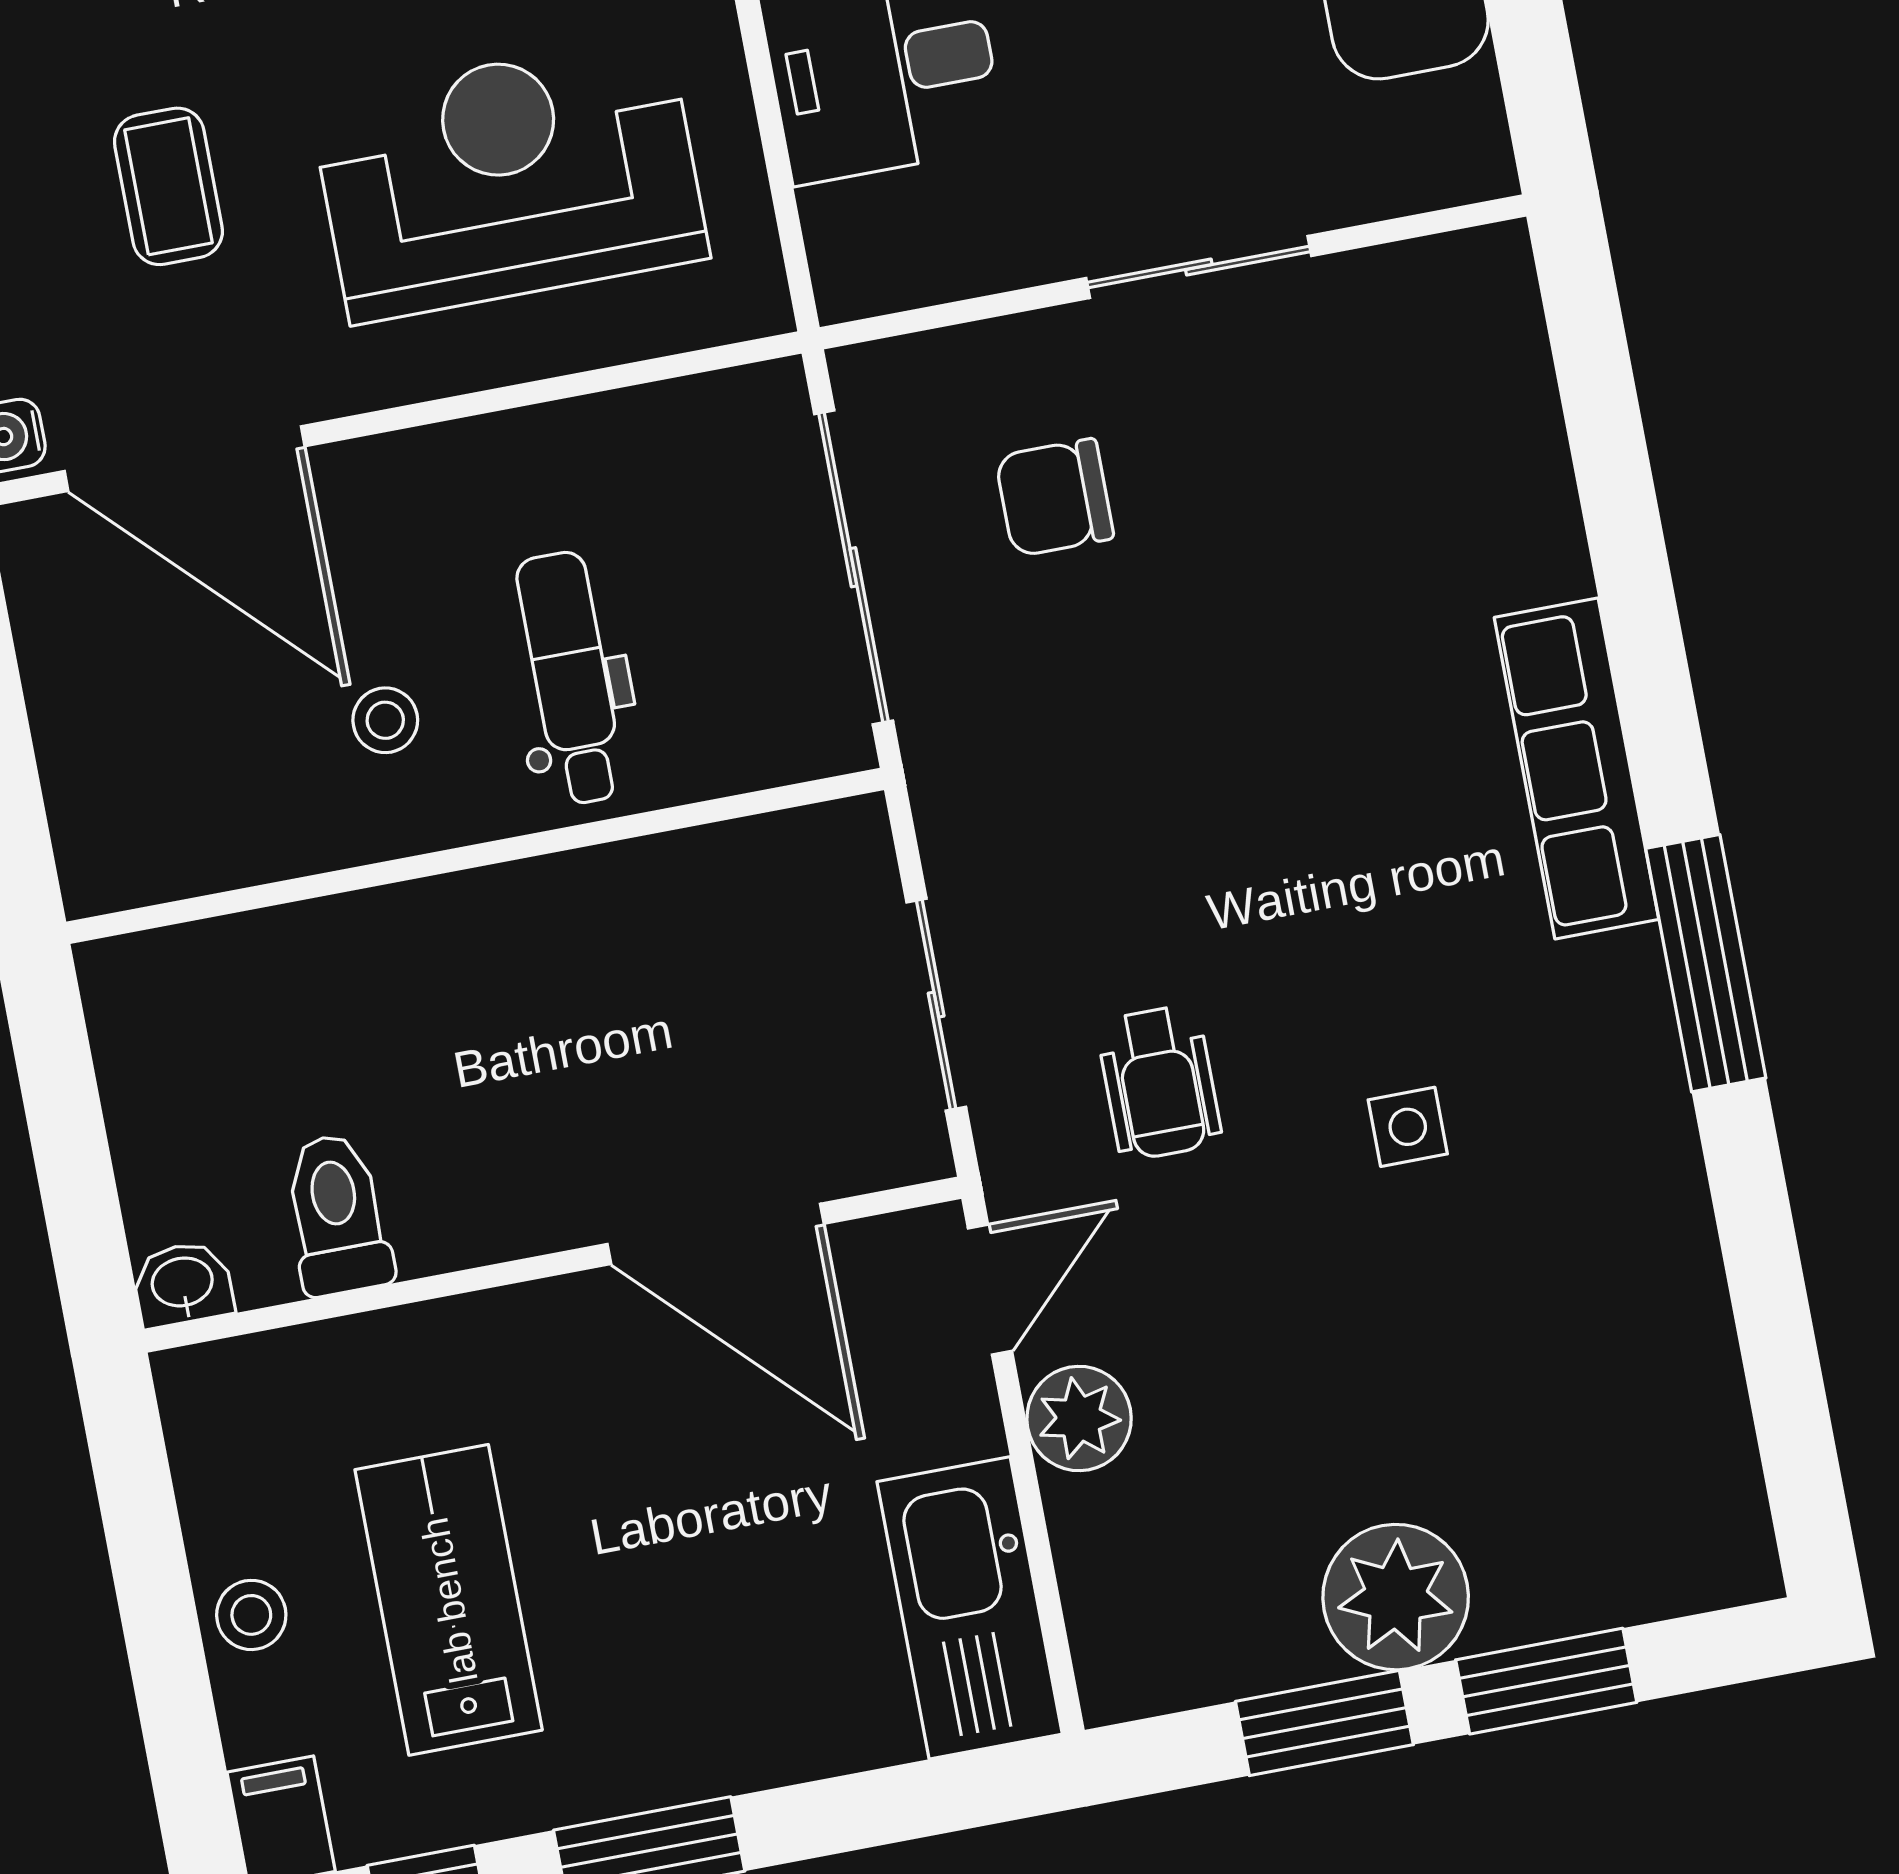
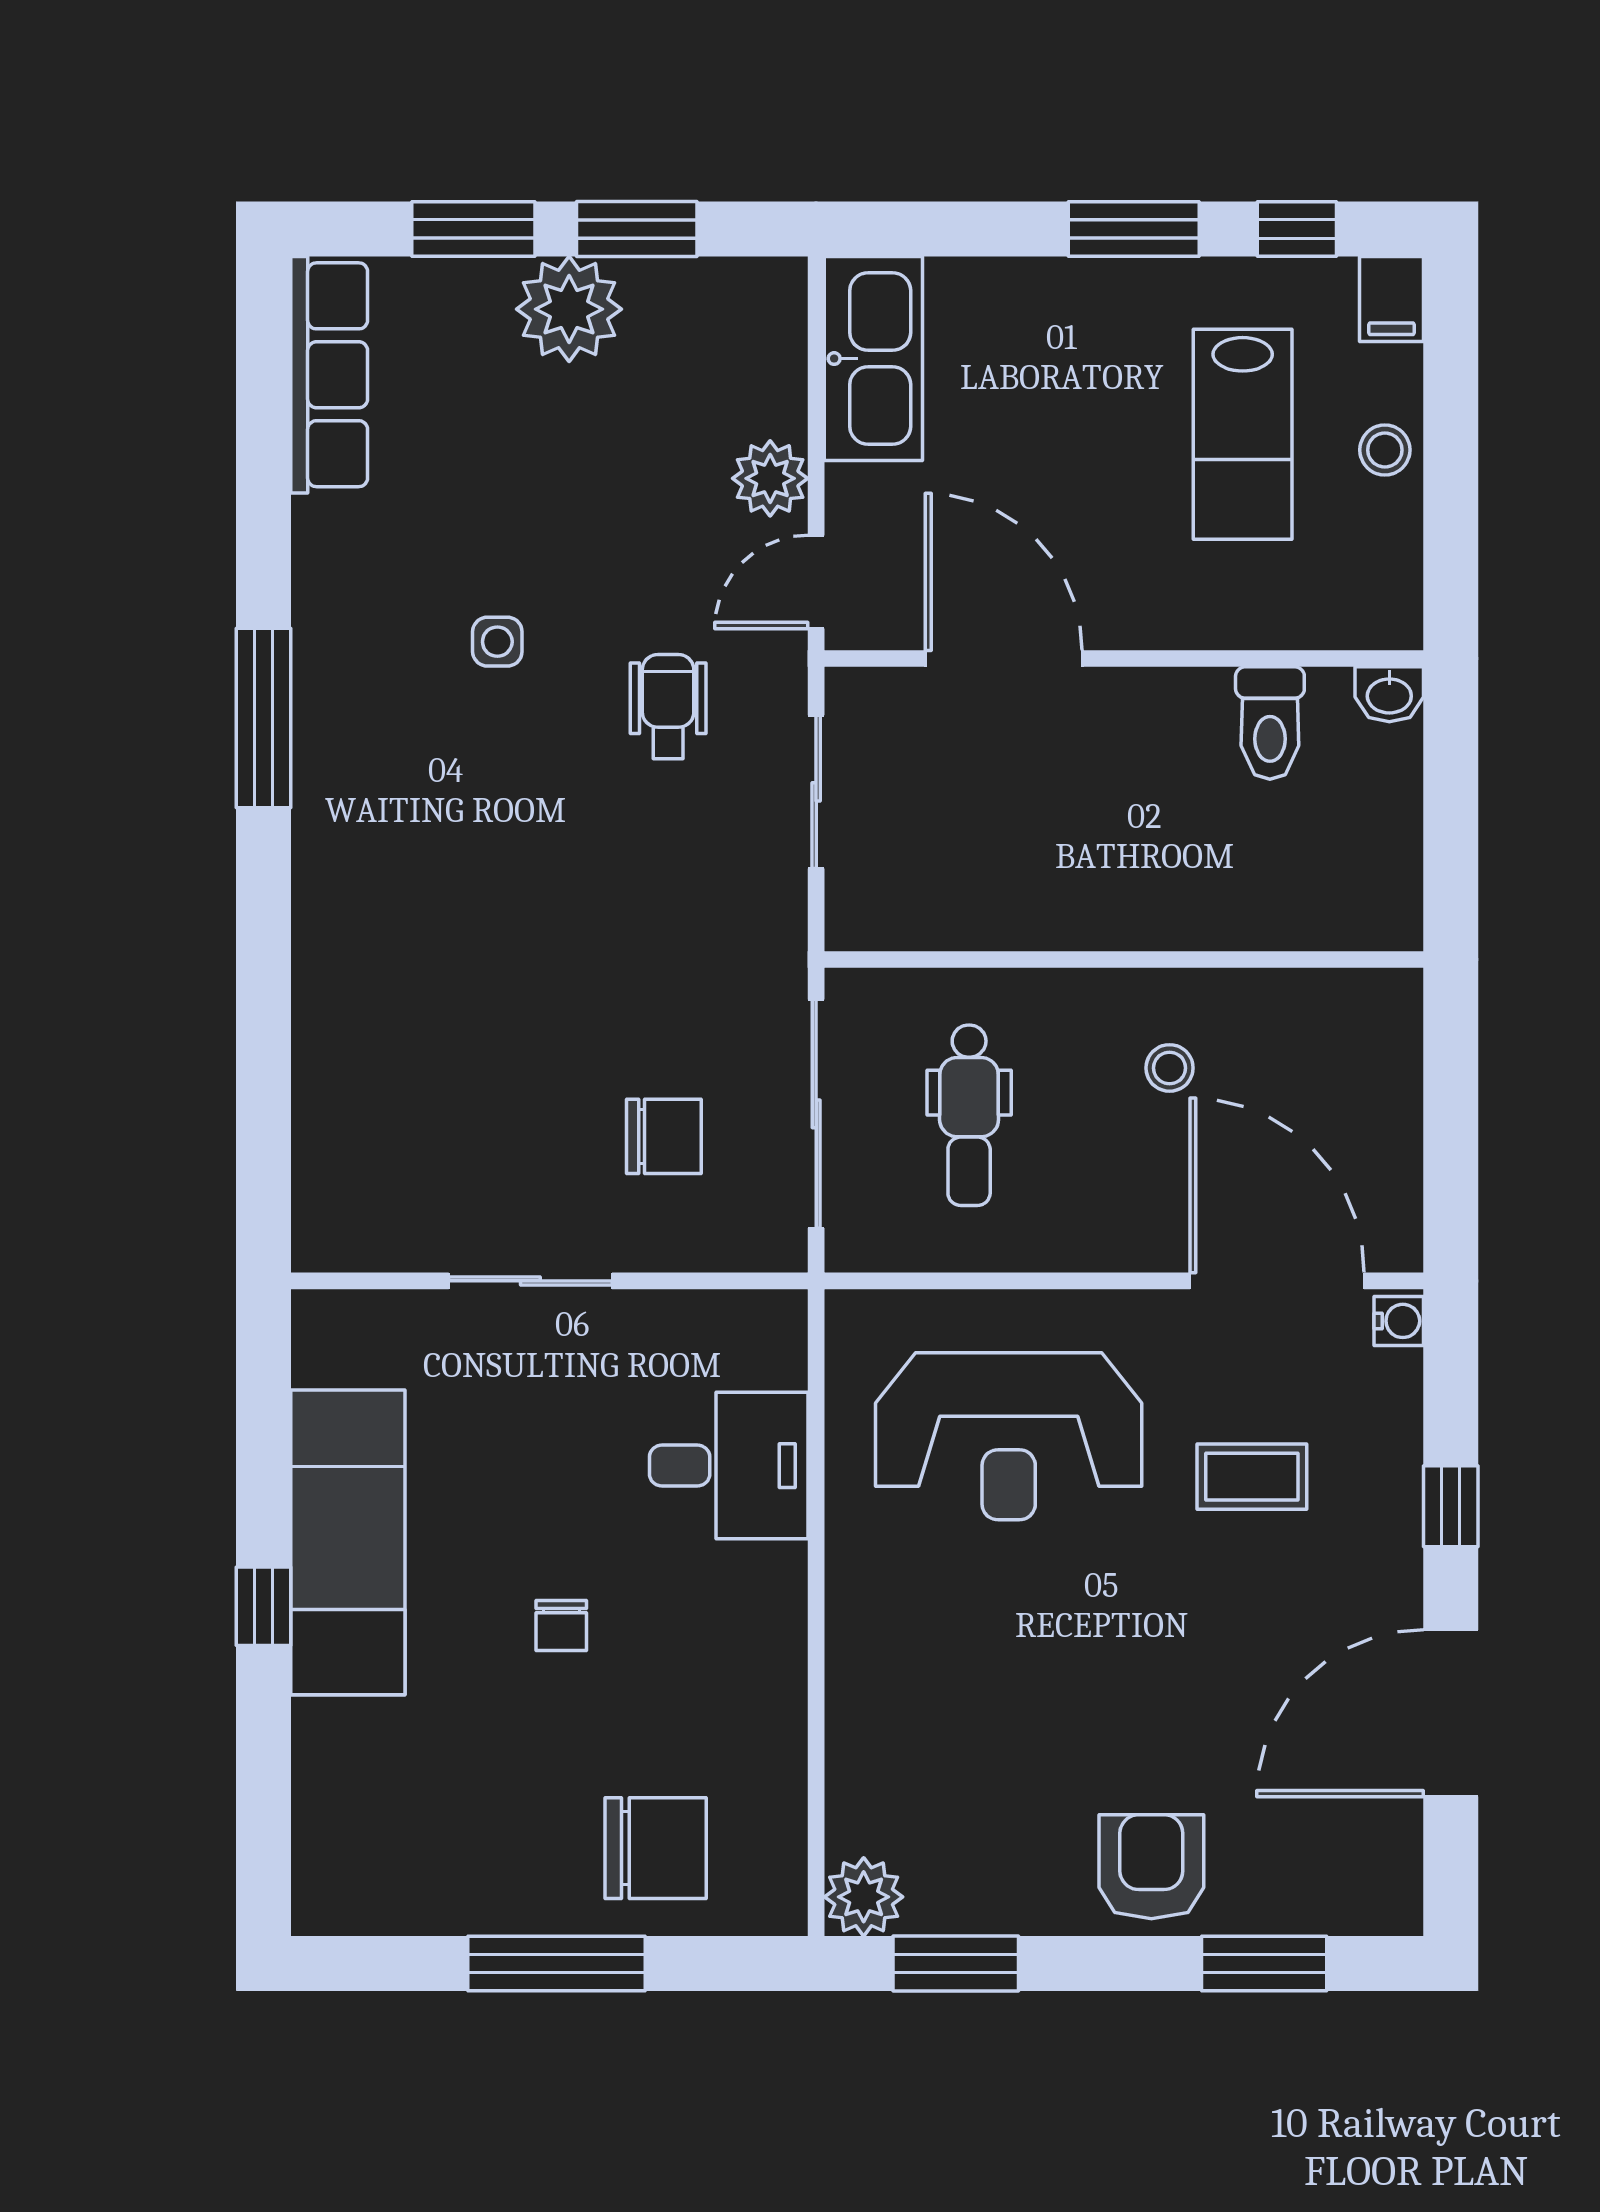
coffee table: (168, 186) -> (1252, 1477), turned 90
dental chair: (571, 678) -> (969, 1115), moved
row of seats: (1577, 768) -> (329, 375), moved

